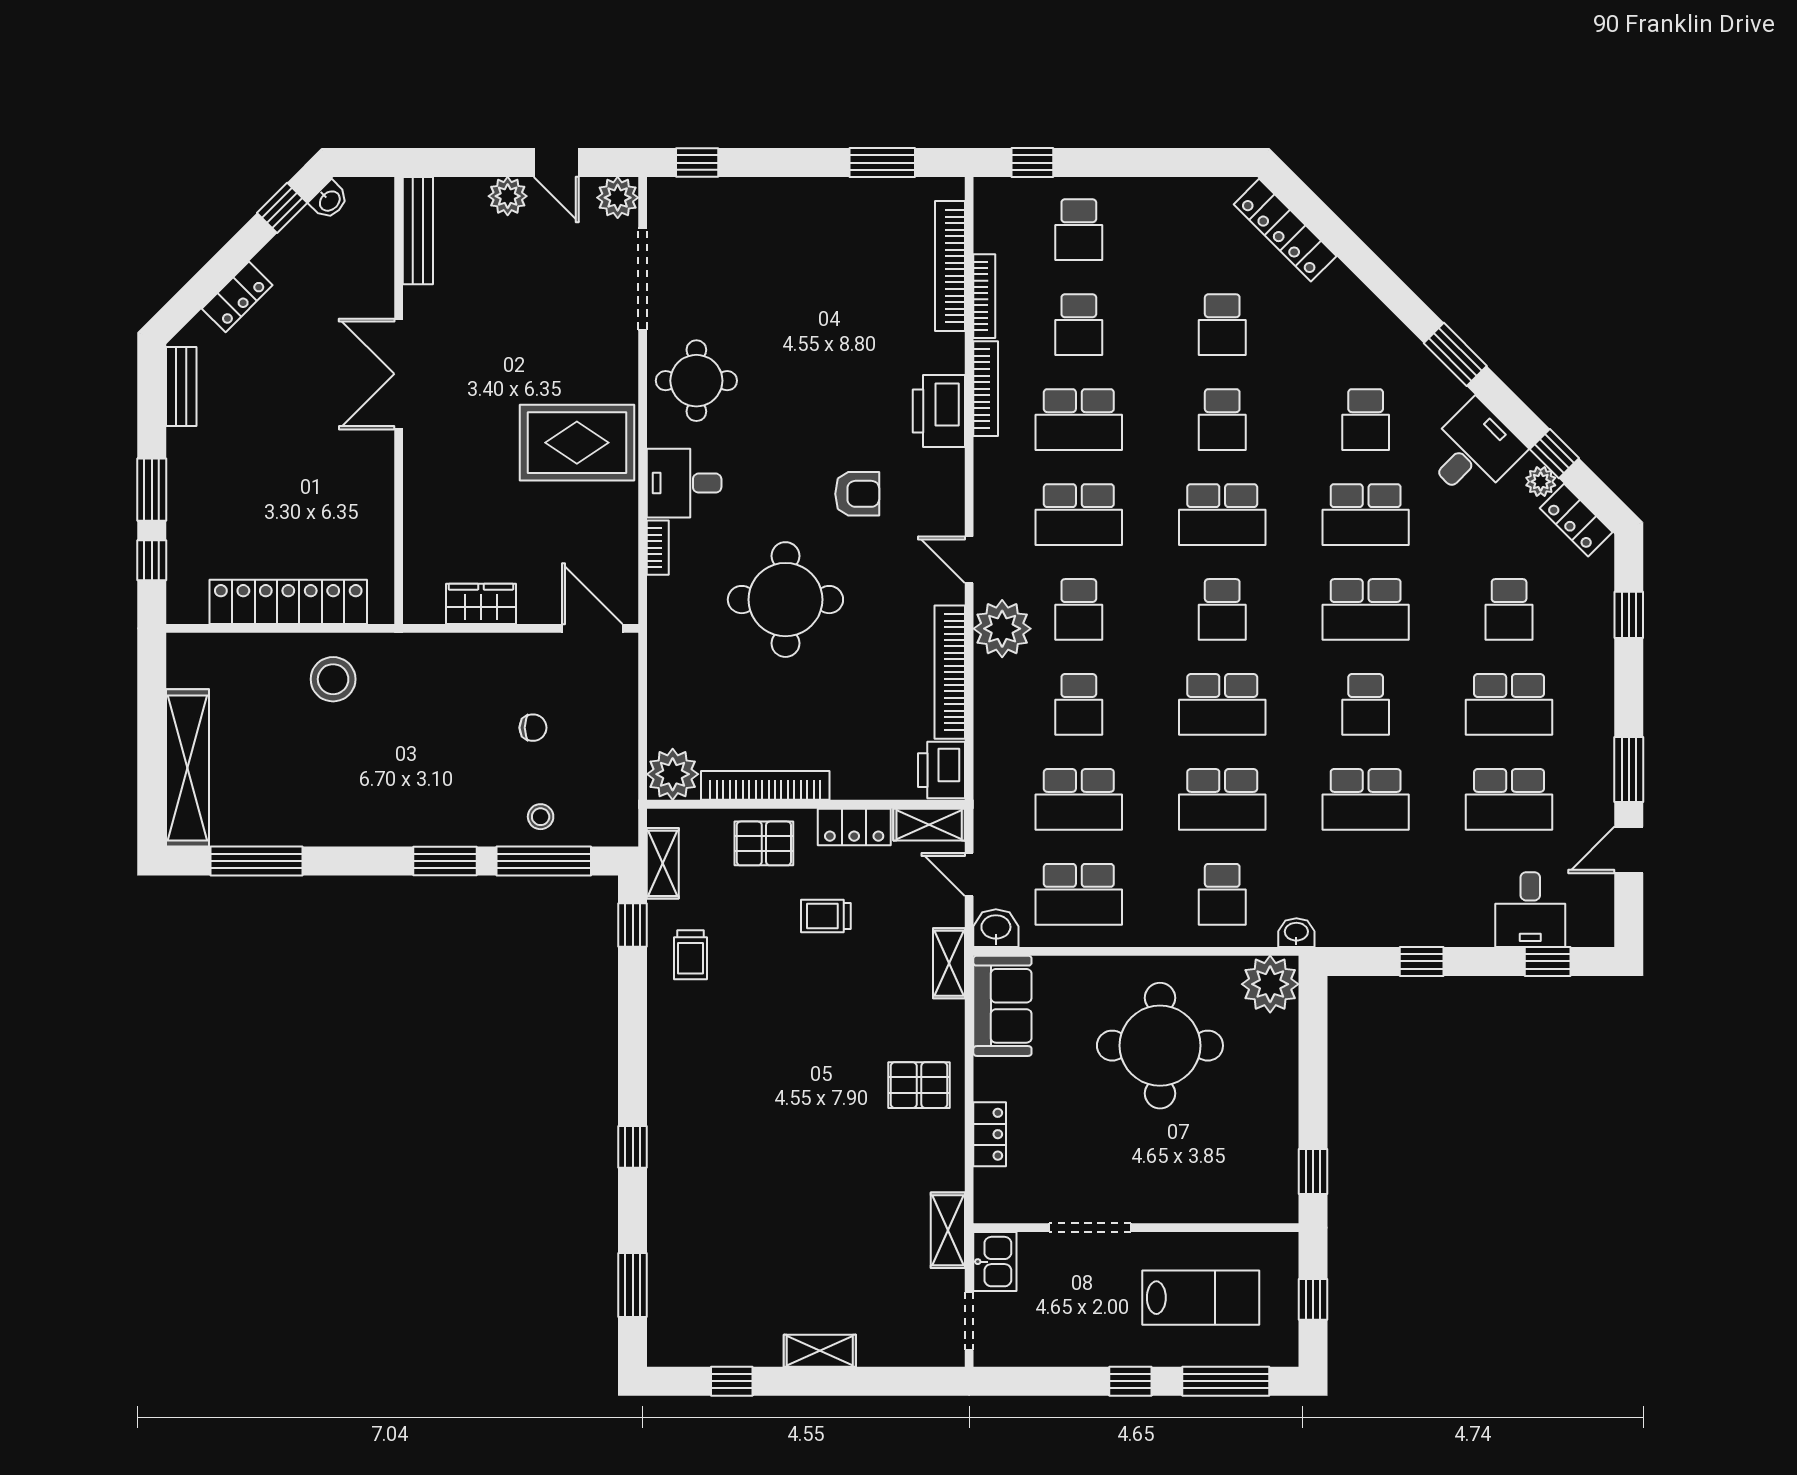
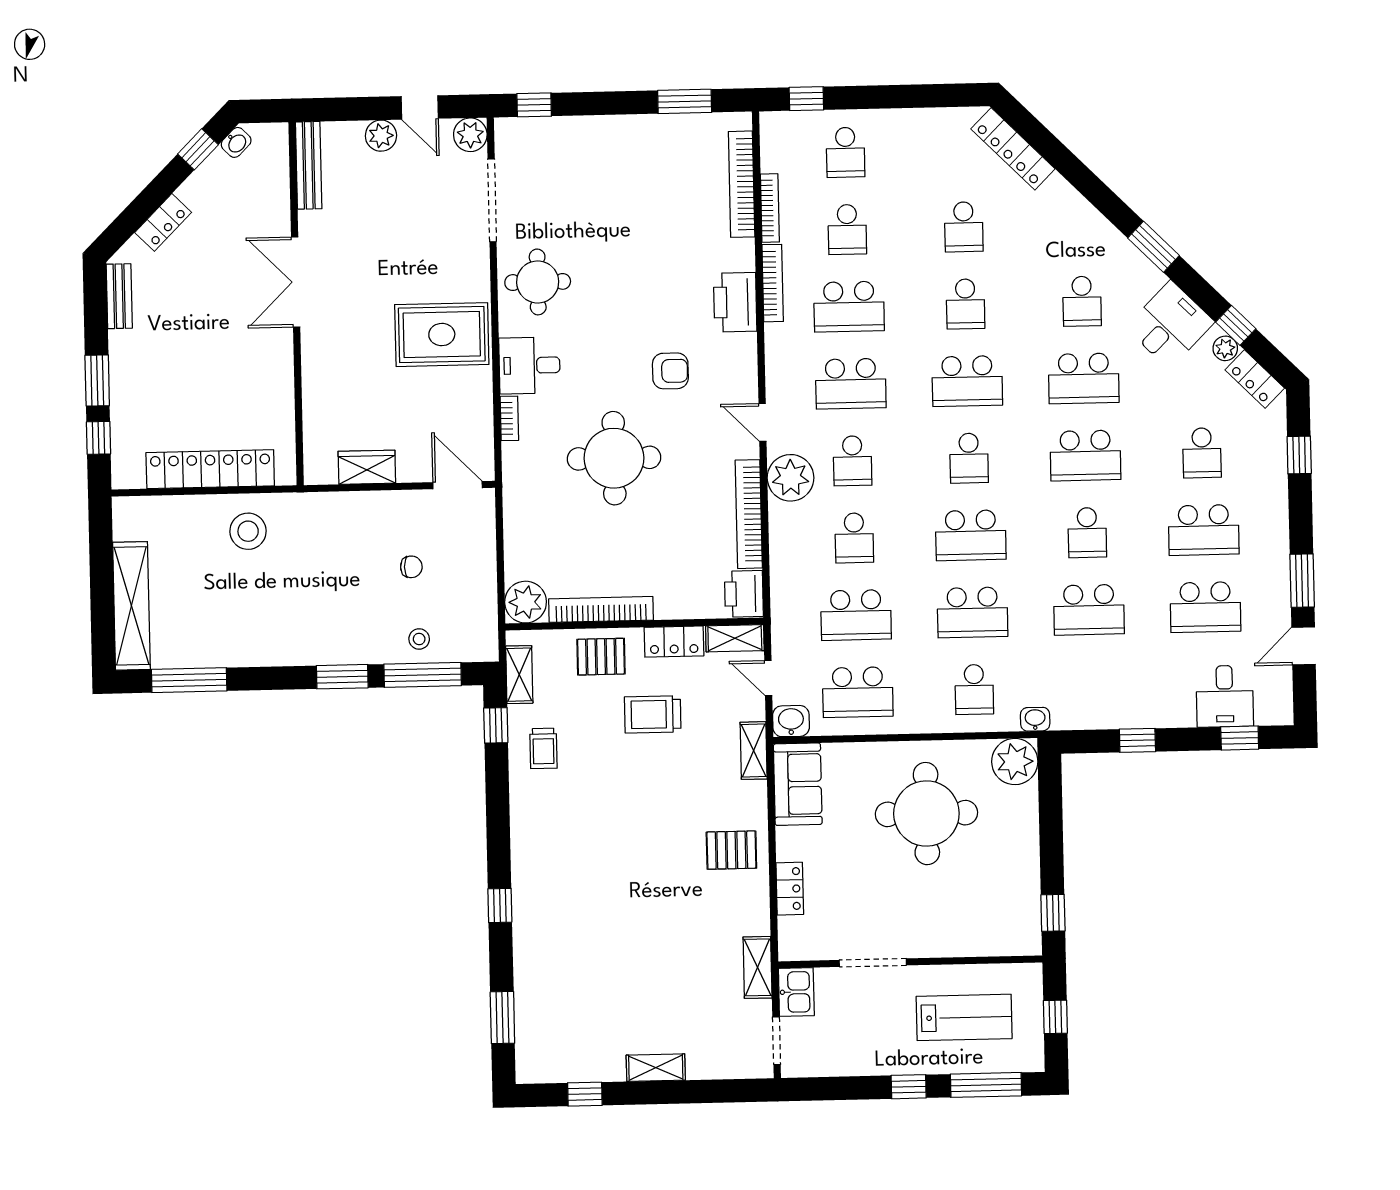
trolley: (826, 916) -> (653, 714), width x1.36, depth x1.39

